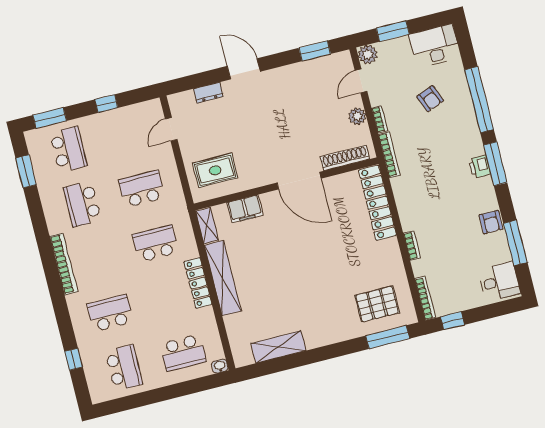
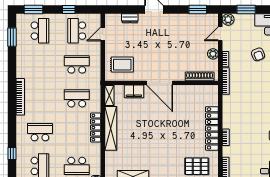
door: (299, 181) -> (160, 83), moved
locker: (377, 203) -> (212, 128), moved
school desk: (82, 204) -> (77, 31), moved

